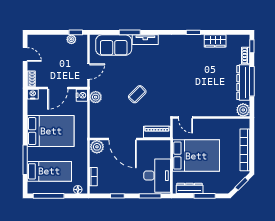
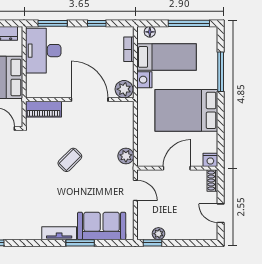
door: (89, 71) -> (135, 190), swing flipped
nightstand: (82, 95) -> (144, 80), moved
bed: (49, 171) -> (166, 57), moved, turned 180

